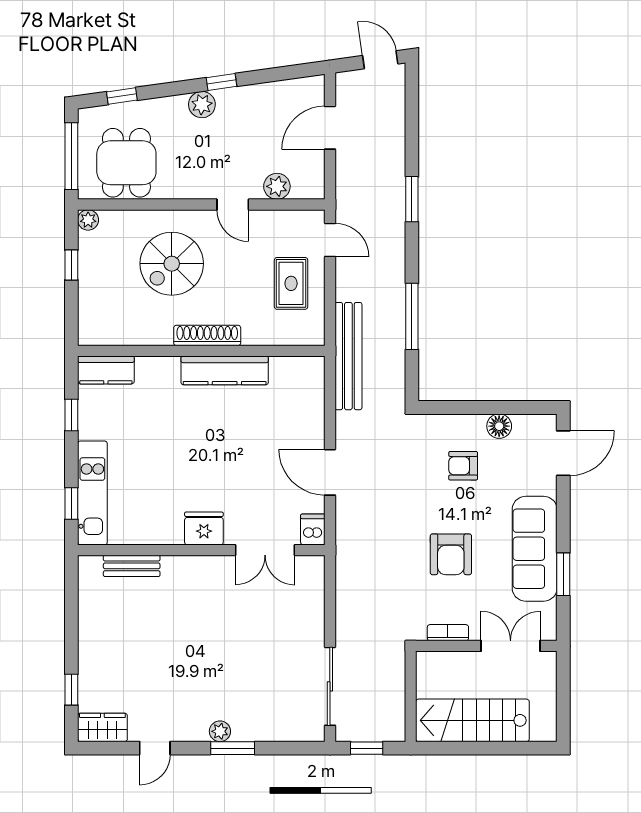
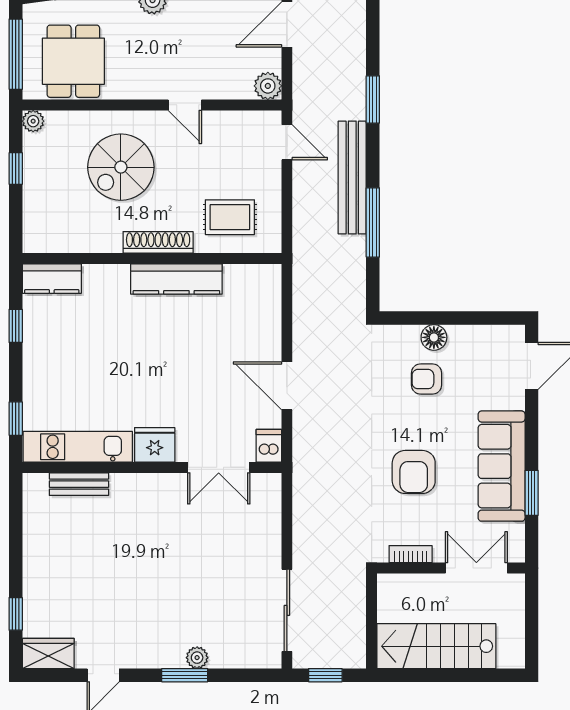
plant: (277, 186) -> (268, 86), moved
rug: (291, 283) -> (230, 217), moved, turned 90
bench: (348, 356) -> (352, 177), moved
floor lamp: (499, 426) -> (434, 337), moved
kitchen unit: (92, 493) -> (78, 447), moved, turned -90
plant: (220, 731) -> (197, 658), moved

